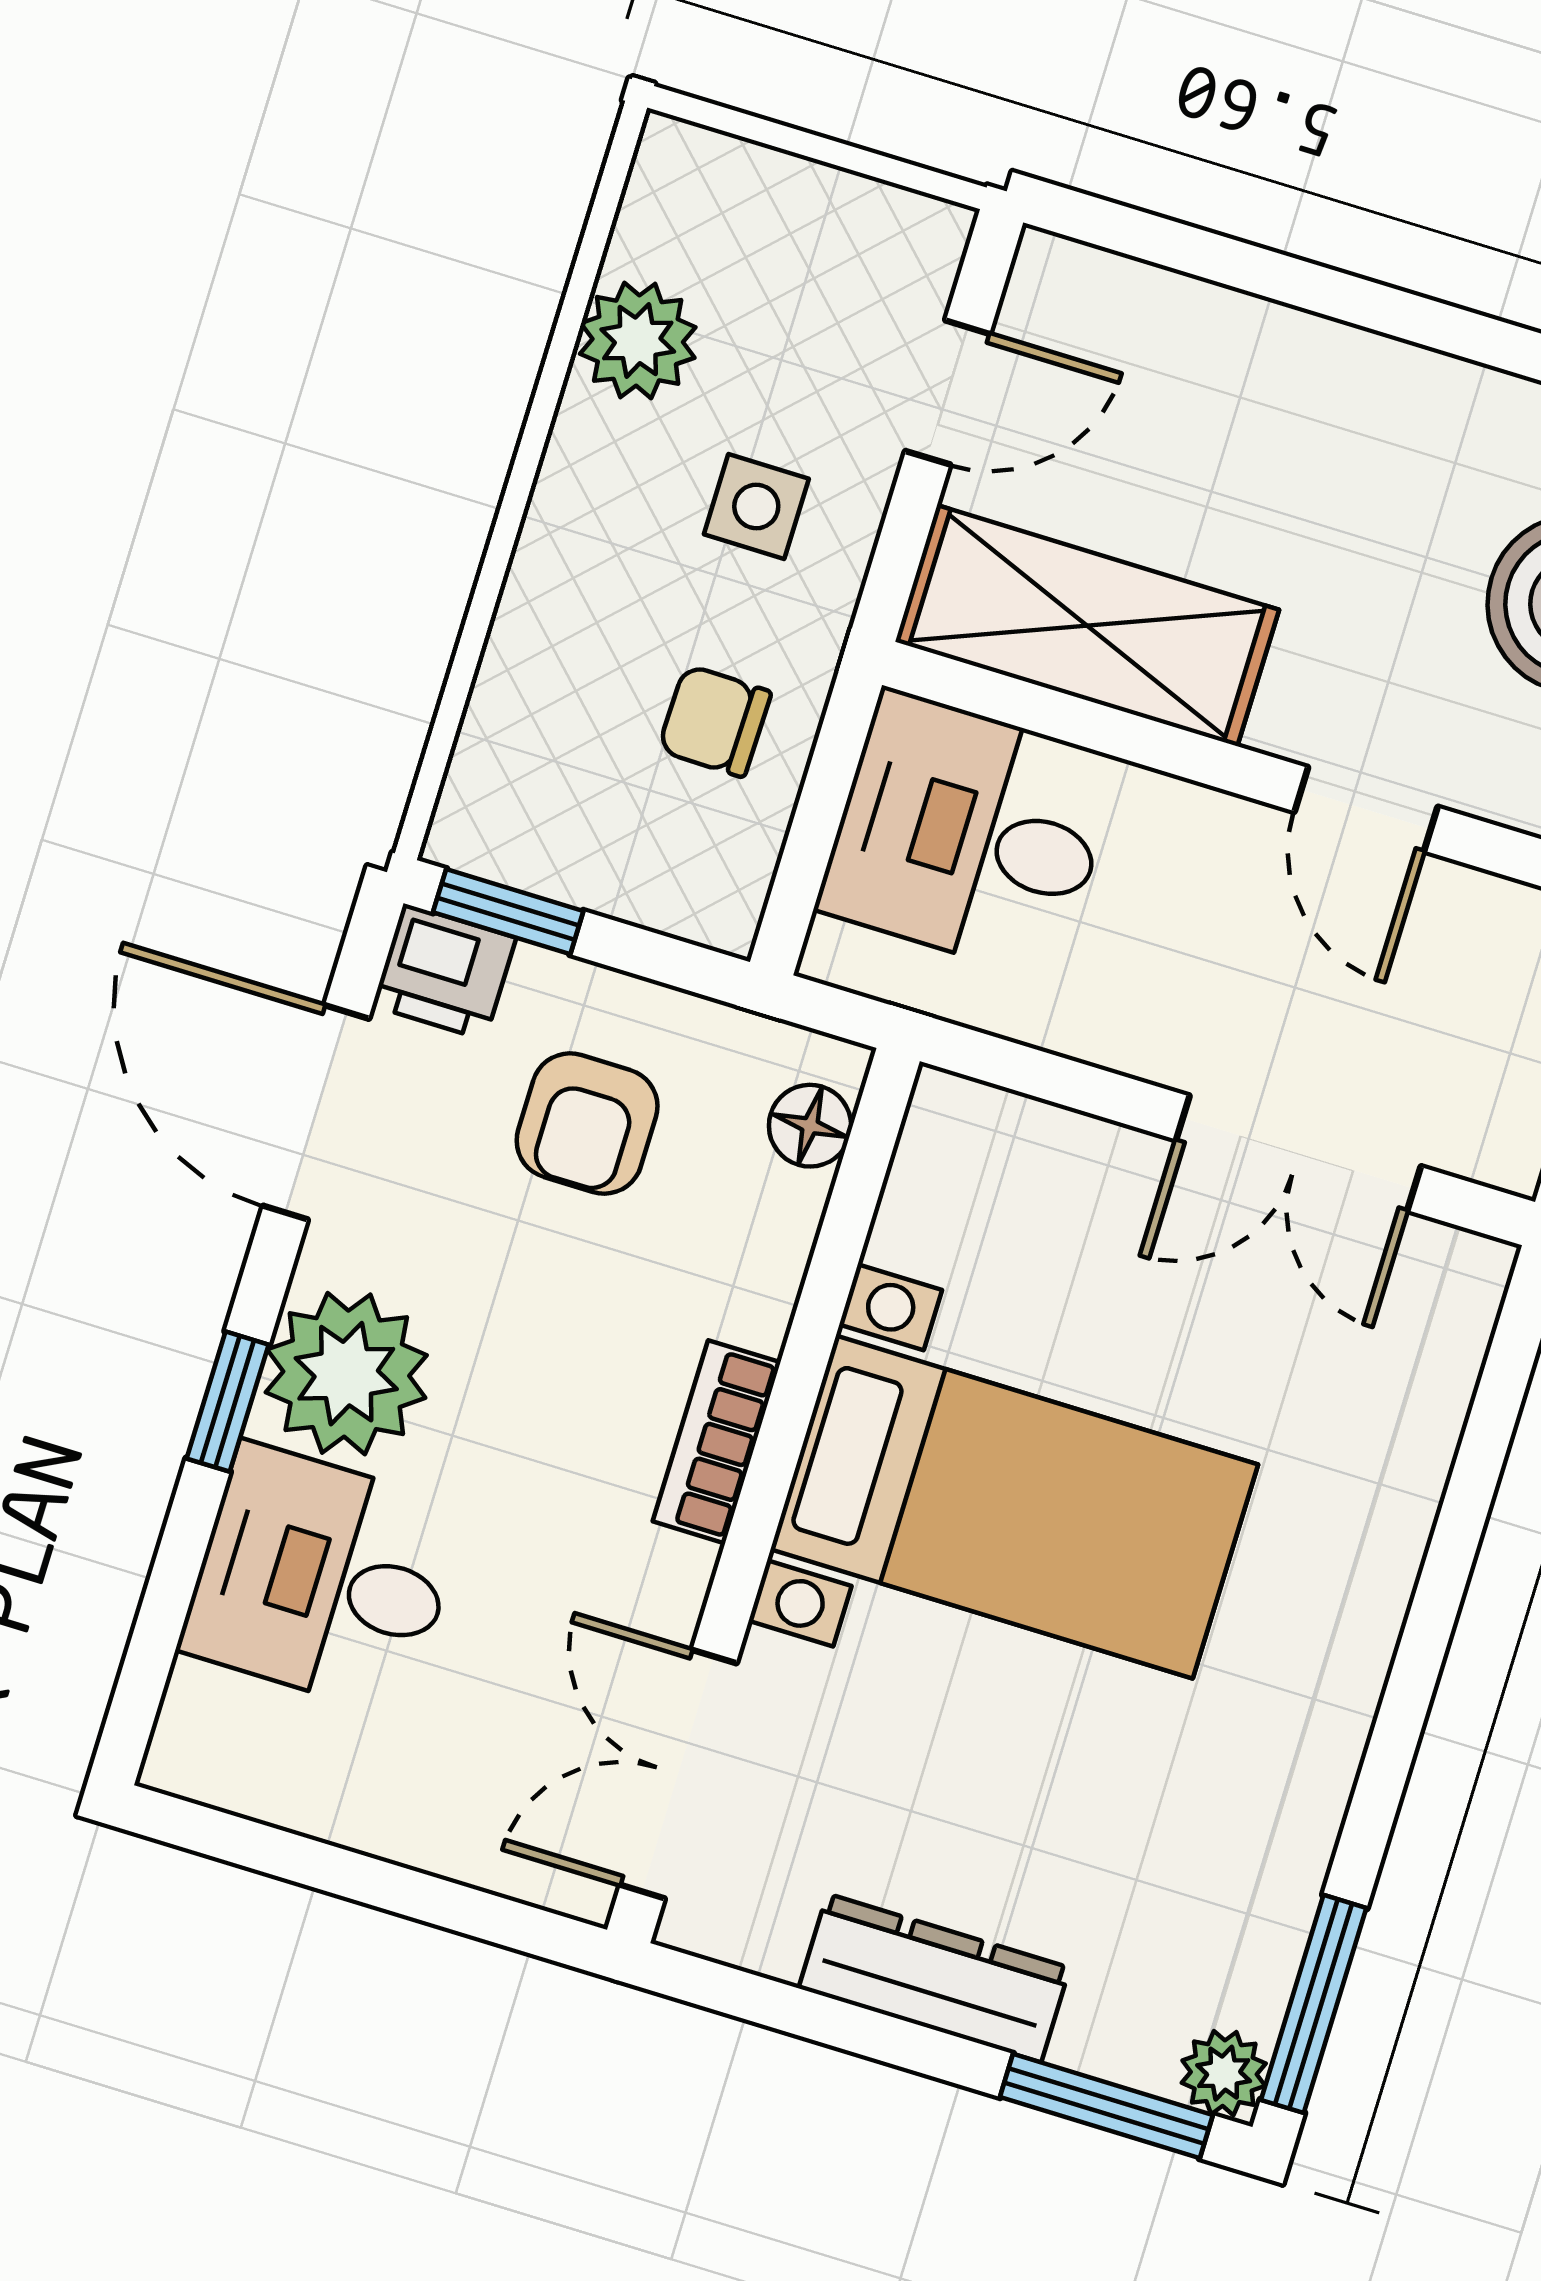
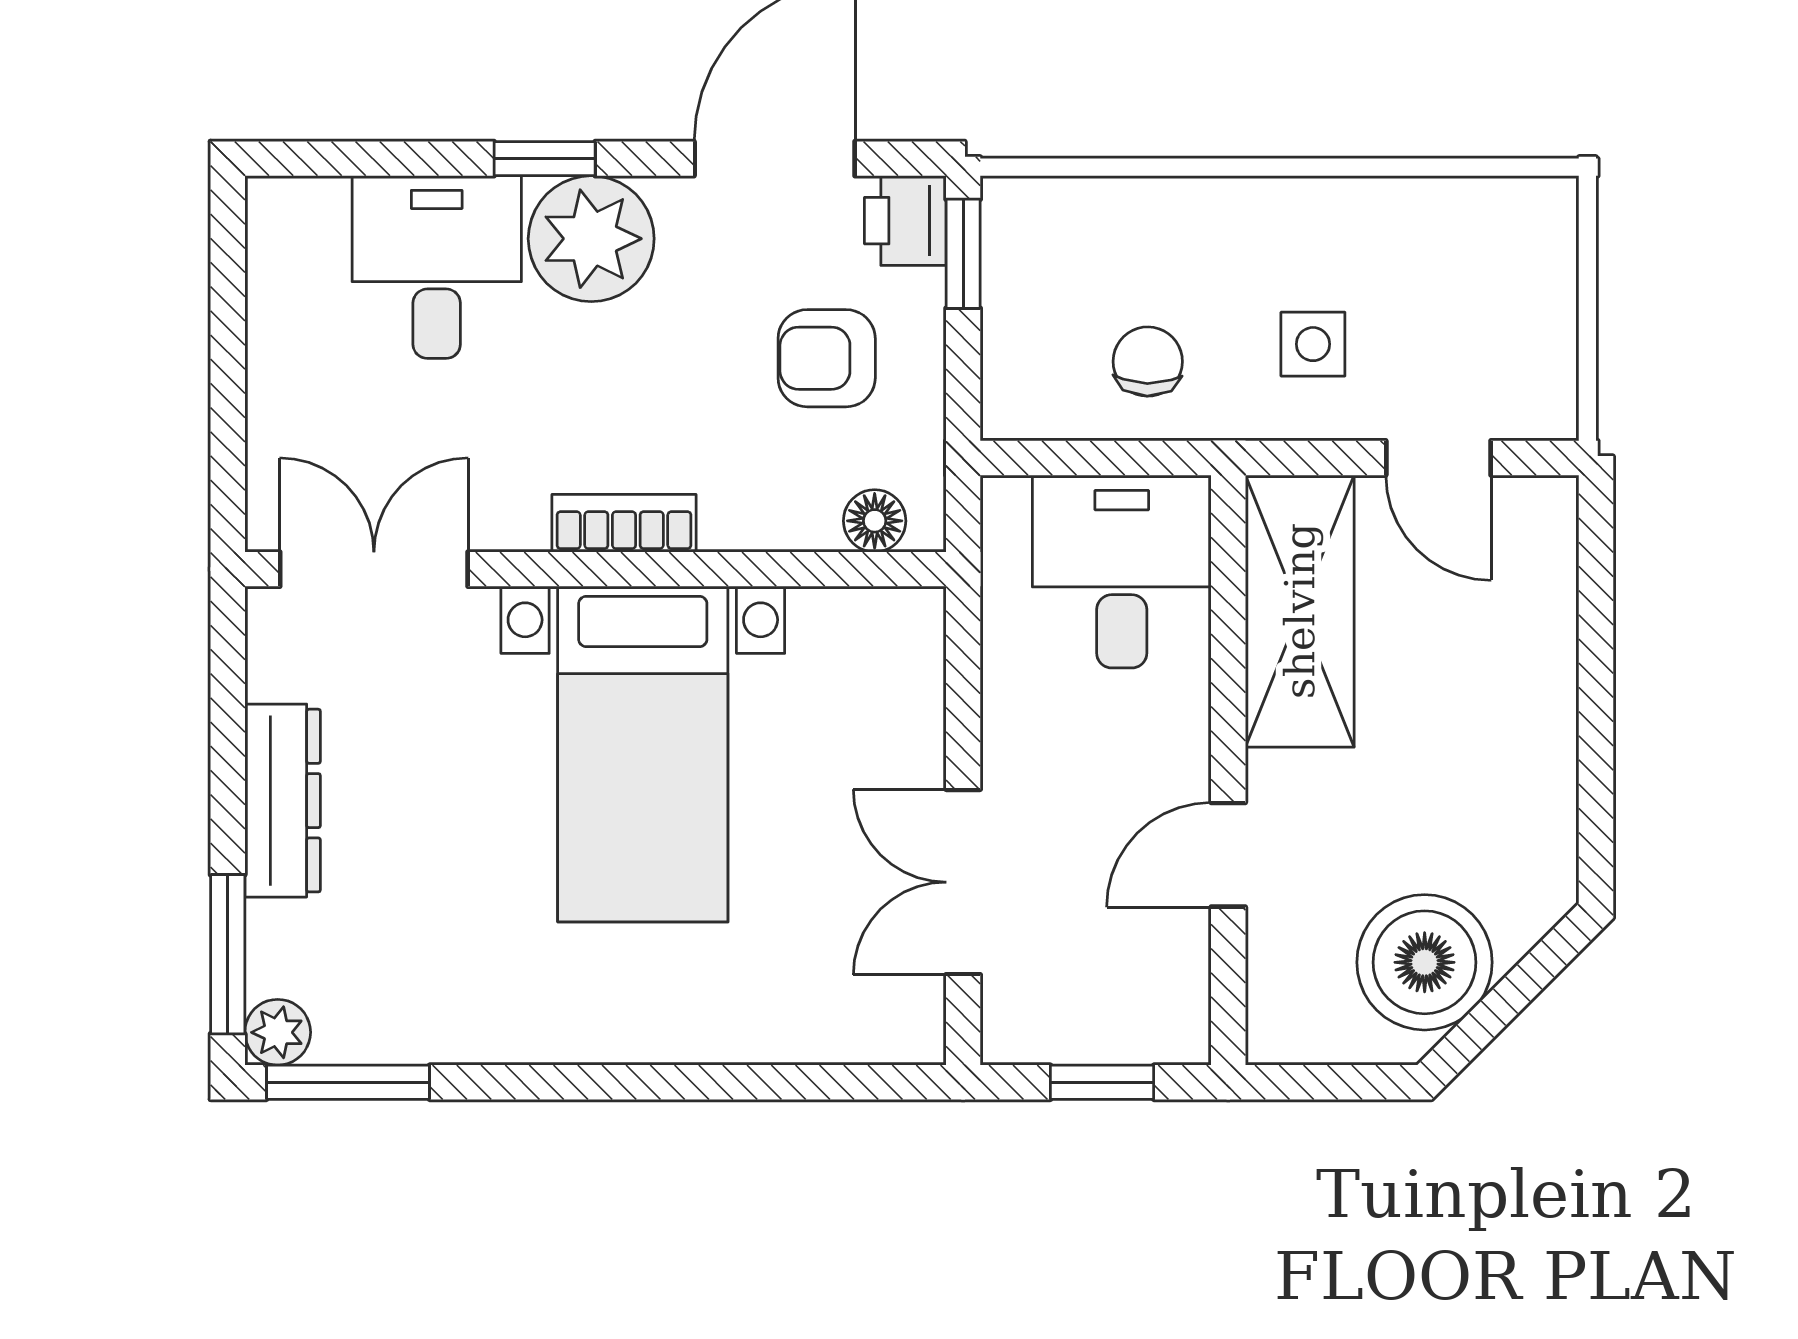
plant: (638, 340) -> (1407, 221), removed

